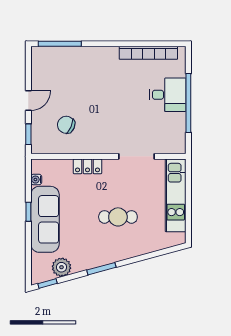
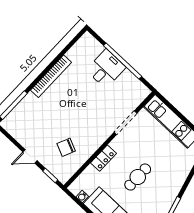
bookcase: (148, 53) -> (51, 76), moved
door: (28, 101) -> (30, 156), swing flipped
cafe table: (118, 217) -> (138, 177), moved

